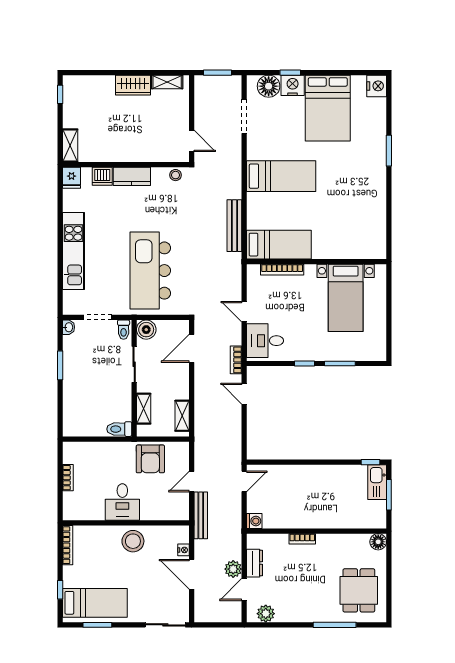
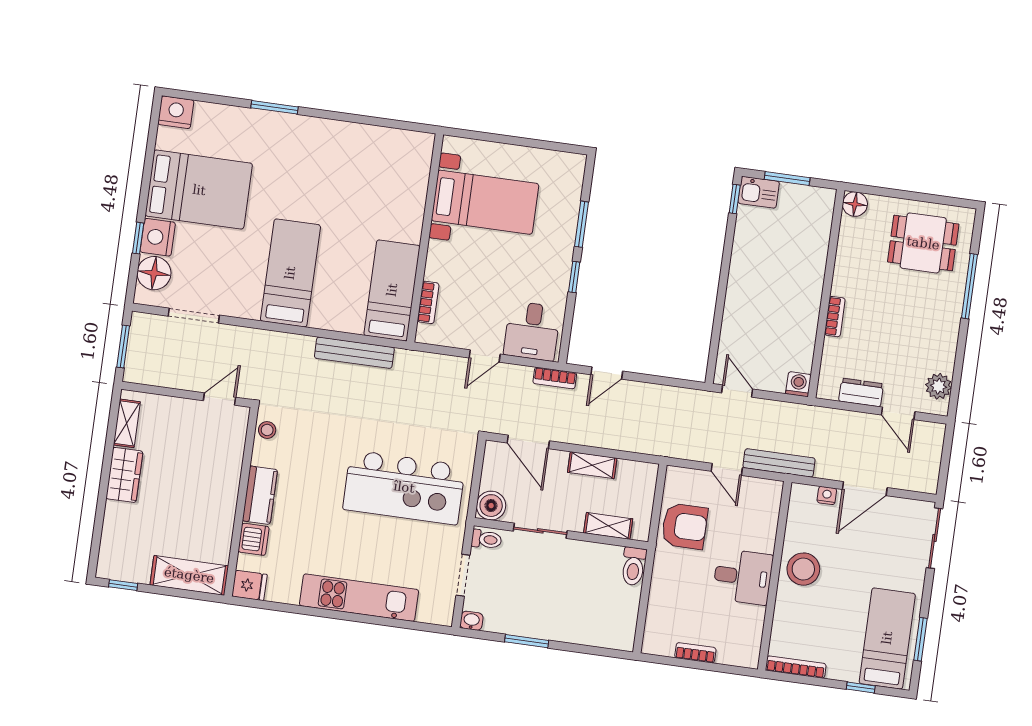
shelving: (70, 145) -> (189, 575), width x1.50, depth x1.33
bookcase: (282, 270) -> (428, 302), width x0.64
shelving: (182, 416) -> (592, 465), moved
kitchen sink: (377, 482) -> (759, 192), width x0.73
plant: (233, 569) -> (865, 426), removed

